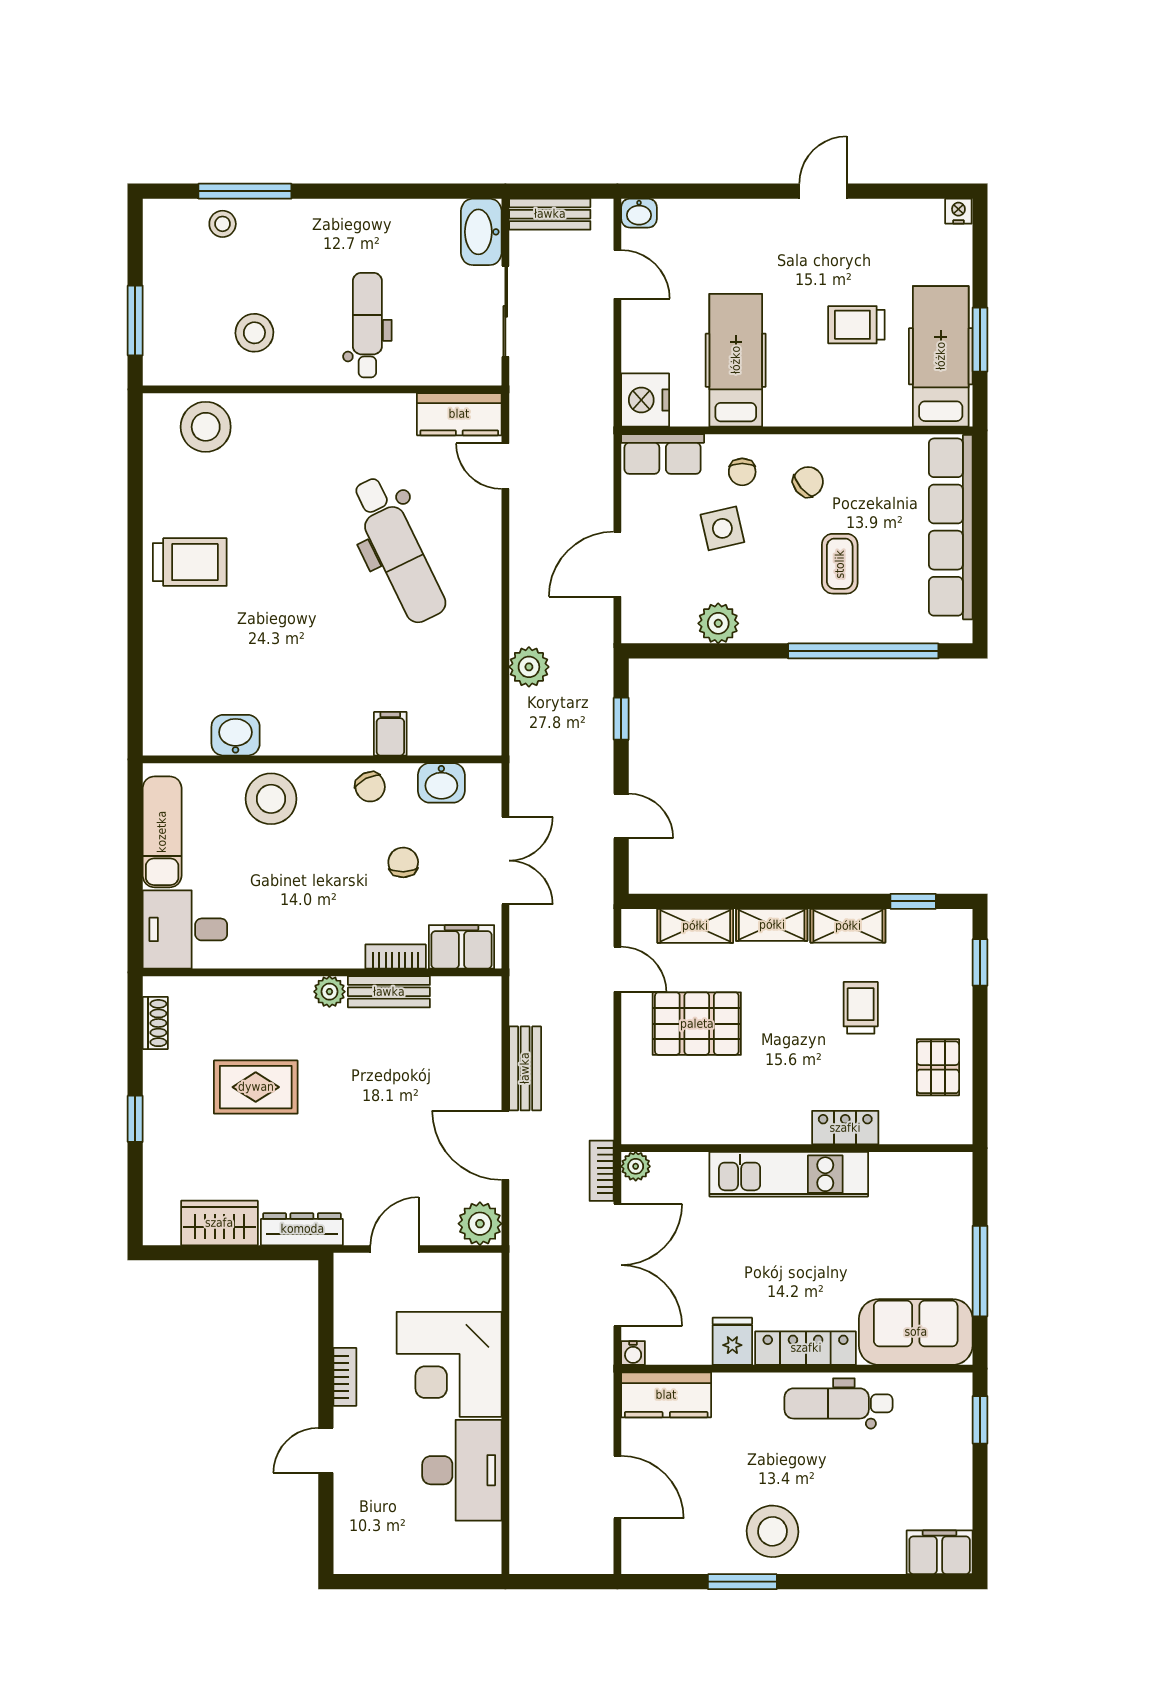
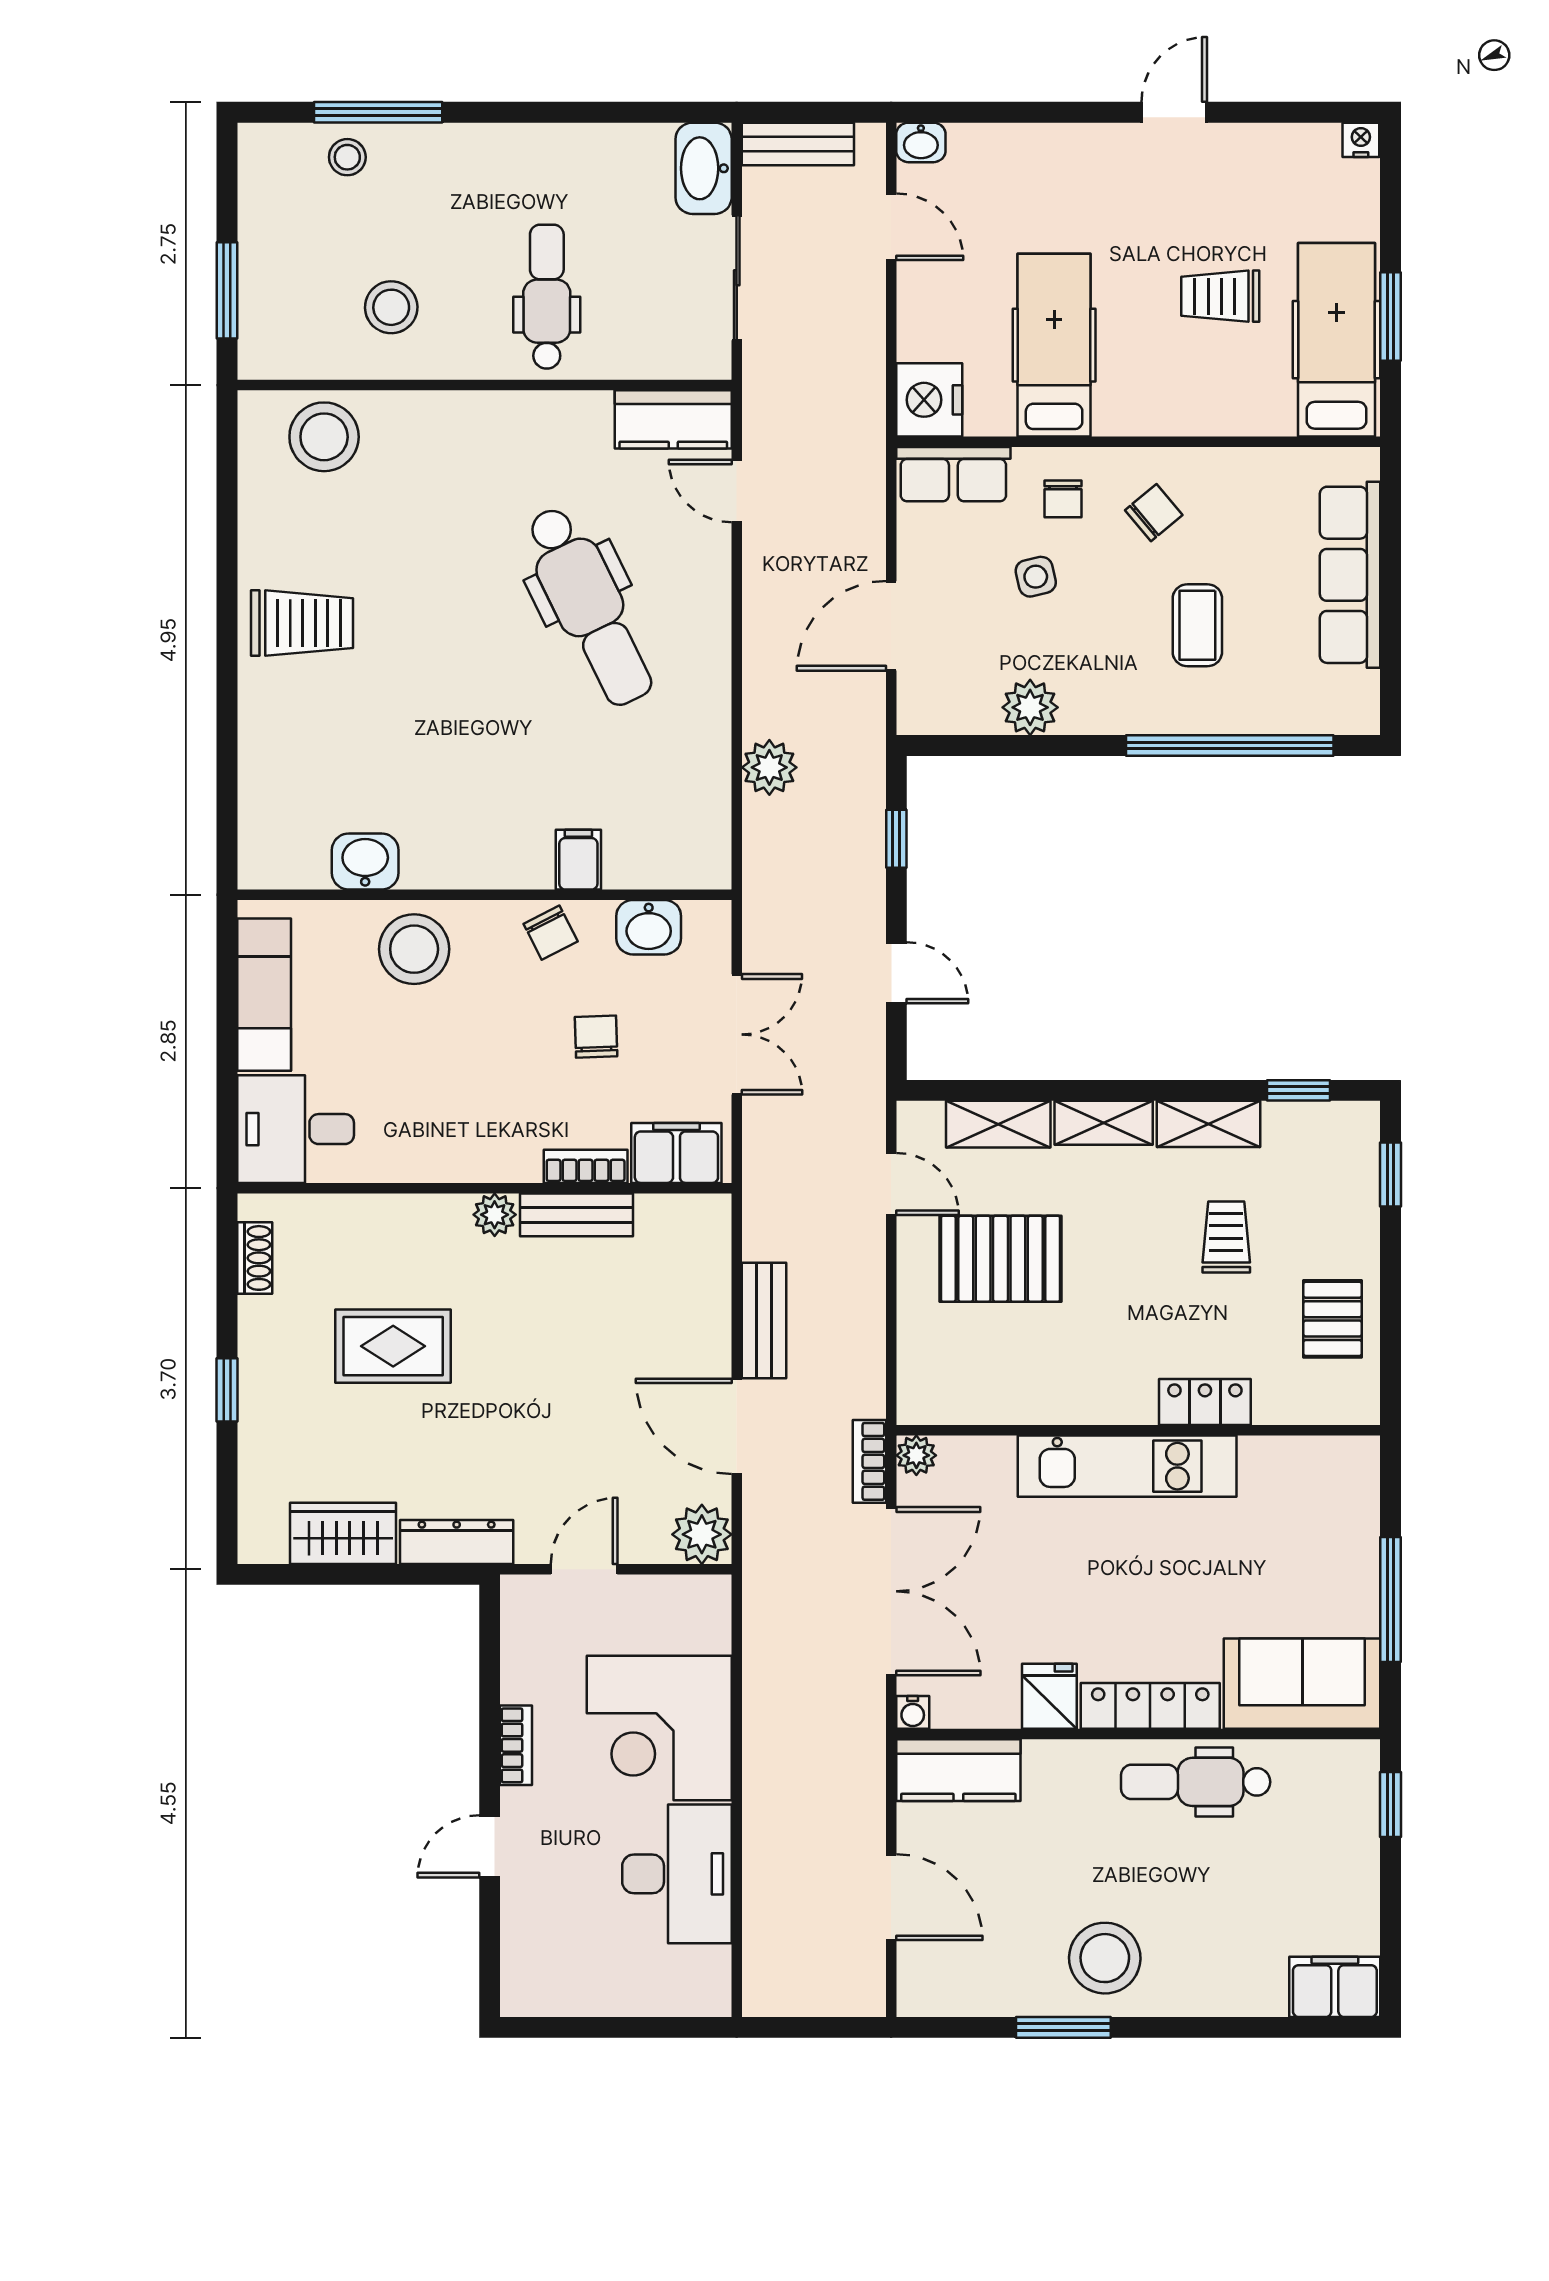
row of seats: (951, 527) -> (1350, 575), width x0.73
side table: (722, 528) -> (1036, 577), width x0.73, depth x0.73

